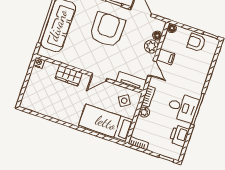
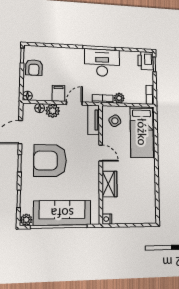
desk: (183, 107) -> (102, 63), width x1.37
printer: (179, 136) -> (146, 61), moved, turned 90

